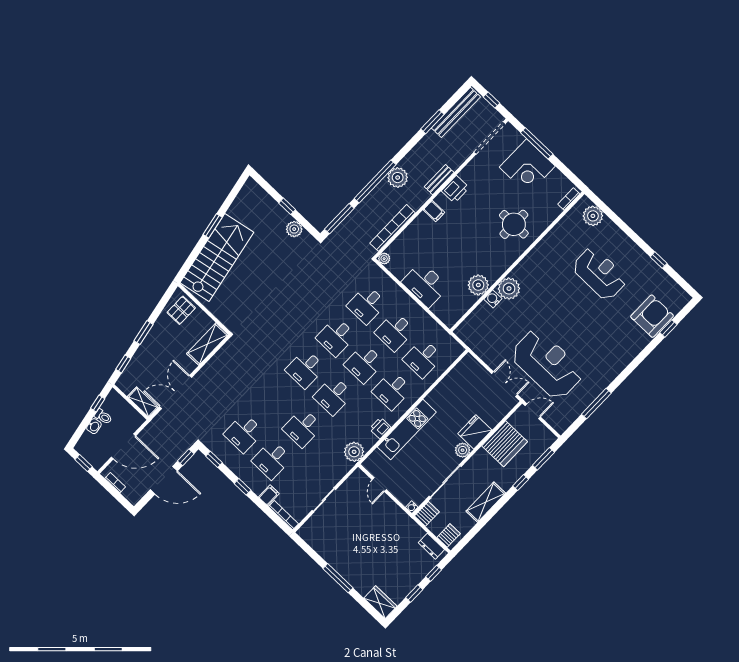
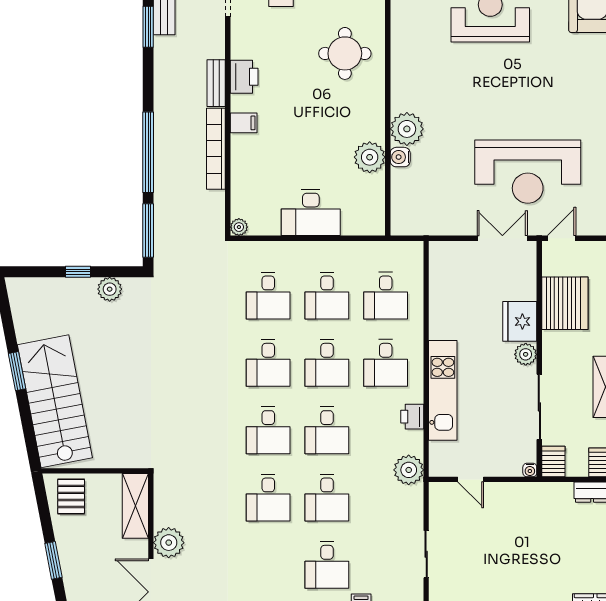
plant: (398, 178) -> (169, 543), moved
bookcase: (393, 228) -> (216, 149), moved
reception desk: (547, 364) -> (528, 172), turned 180
desk: (244, 433) -> (268, 498), moved

